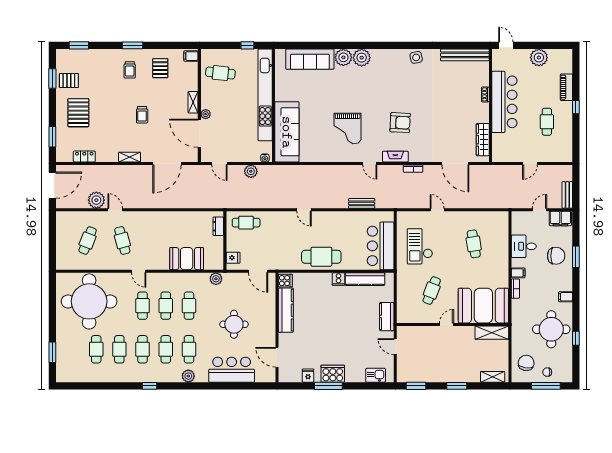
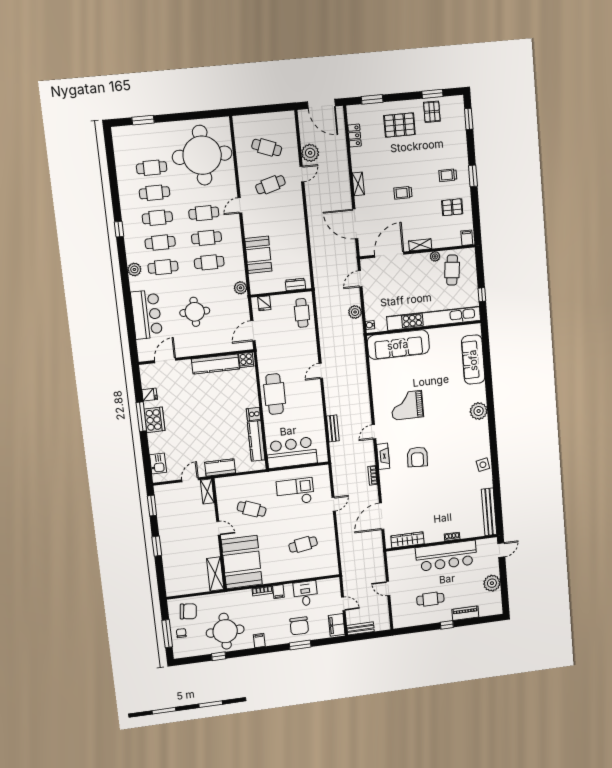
plant: (343, 57) -> (477, 393), removed
plant: (206, 114) -> (435, 256), moved
shelving: (493, 377) -> (207, 491), moved

